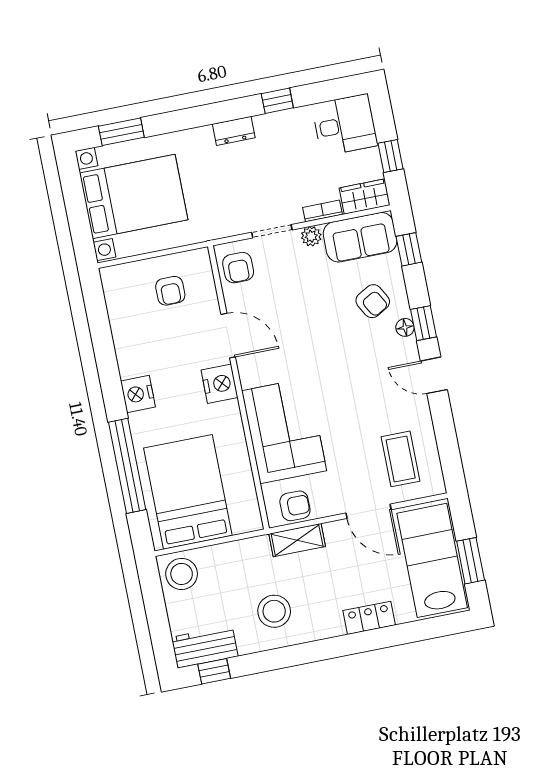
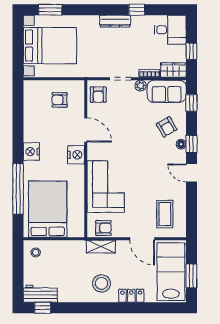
dresser: (234, 131) -> (115, 21), width x1.44
armchair: (170, 291) -> (60, 100), turned 90
stool: (182, 574) -> (36, 252), width x0.53, depth x0.53
stool: (274, 611) -> (101, 283), moved

